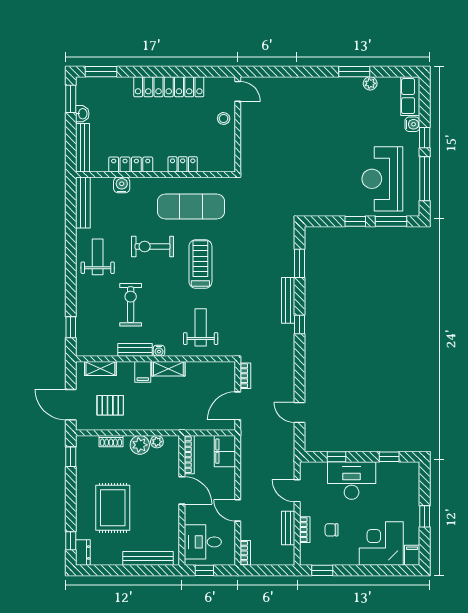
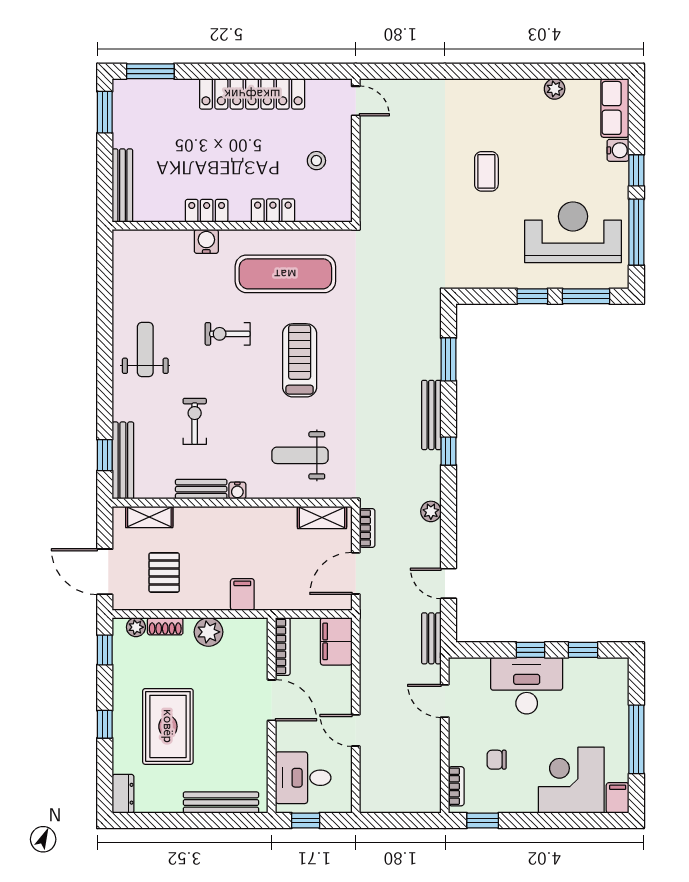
window: (354, 72) -> (531, 71), removed
washbasin: (82, 114) -> (122, 134), removed
stool: (224, 118) -> (316, 161), moved
coffee table: (325, 138) -> (486, 171), added
locker: (131, 164) -> (207, 211), width x0.66
reception desk: (382, 179) -> (573, 232), turned 90
water cooler: (122, 185) -> (206, 241), moved
bench: (83, 203) -> (123, 460), moved
exercise bike: (153, 246) -> (228, 334), width x0.73, depth x0.72
exercise bike: (131, 305) -> (195, 421), width x0.73, depth x0.72
weight bench: (201, 327) -> (300, 455), turned -90
plant: (288, 365) -> (431, 511), added
shelving: (168, 369) -> (322, 518), moved
filing cabinet: (143, 372) -> (242, 594), moved, turned 180
pallet: (110, 405) -> (164, 572), turned 90
plant: (157, 442) -> (136, 627), moved
window: (336, 457) -> (530, 650), moved
window: (425, 516) -> (636, 739), width x2.17
bench: (288, 528) -> (431, 638), moved
bookcase: (305, 530) -> (456, 786), moved
window: (71, 541) -> (105, 724), moved
bookcase: (245, 553) -> (367, 794), removed

